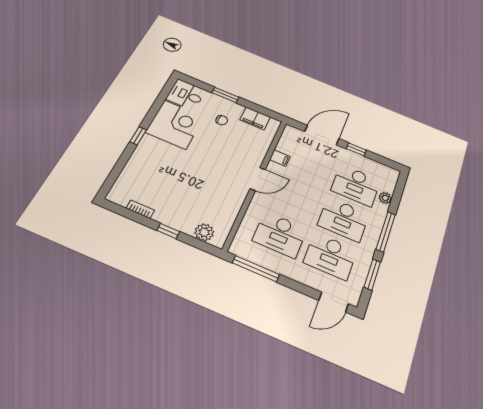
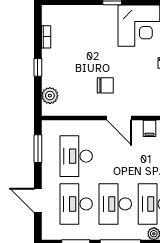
chair: (219, 177) -> (105, 85), added
window: (256, 269) -> (38, 149), width x0.69
door: (334, 302) -> (38, 200), moved

